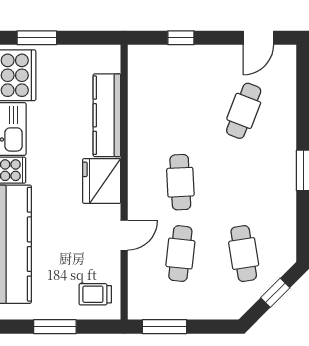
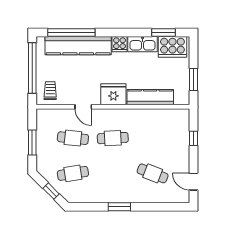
window: (37, 38) -> (193, 80), moved
window: (55, 327) -> (32, 68), width x2.11
window: (164, 327) -> (32, 143), moved

